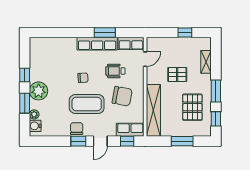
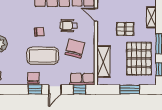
door: (145, 59) -> (96, 15), swing flipped
chair: (122, 96) -> (75, 49), turned -87
pallet: (192, 107) -> (139, 59), width x1.37, depth x1.41
shelving: (153, 110) -> (103, 61), width x0.68

